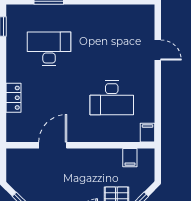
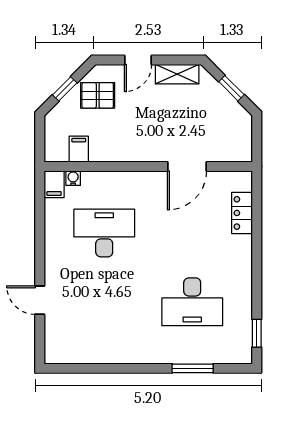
locker: (14, 98) -> (242, 213), moved
water cooler: (134, 137) -> (73, 178), added

